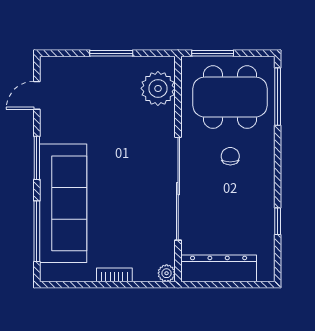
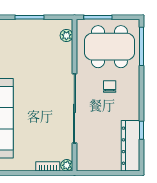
plant: (158, 88) -> (66, 35), width x0.53, depth x0.53
dresser: (219, 268) -> (131, 146), moved, turned -90
bookcase: (114, 275) -> (48, 166), moved

